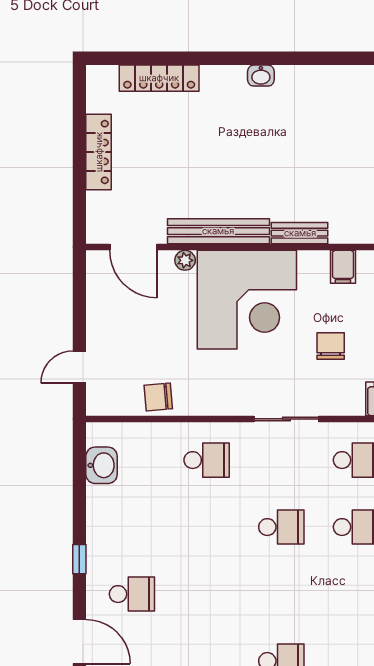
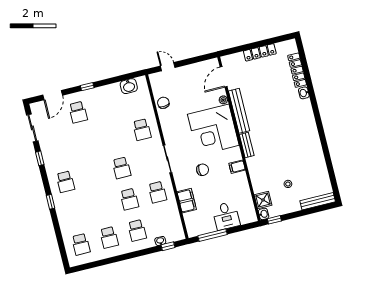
washbasin: (261, 76) -> (304, 93), moved

